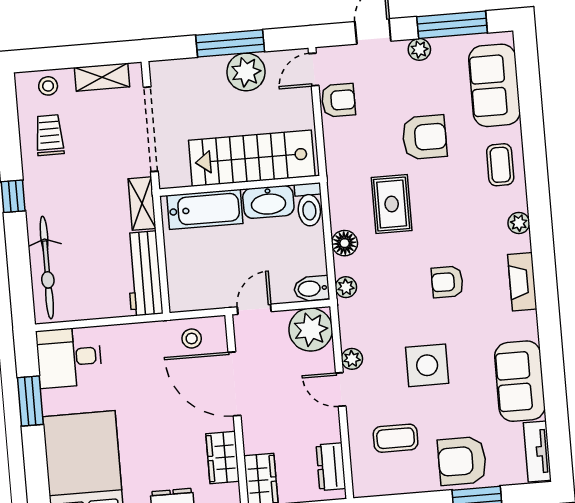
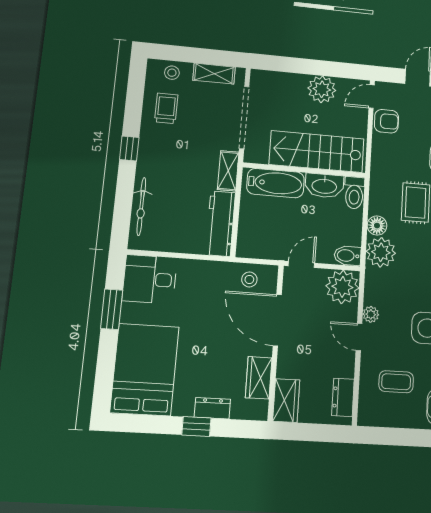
window: (230, 43) -> (313, 67), removed
bicycle: (47, 268) -> (141, 206), width x0.73, depth x0.71
plant: (346, 287) -> (381, 252), width x1.88, depth x1.88

